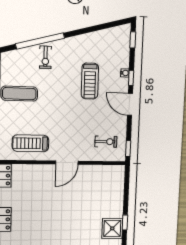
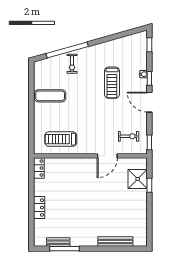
door: (67, 163) -> (107, 156), moved
window: (125, 222) -> (149, 185), moved
shower: (112, 228) -> (138, 179), moved

